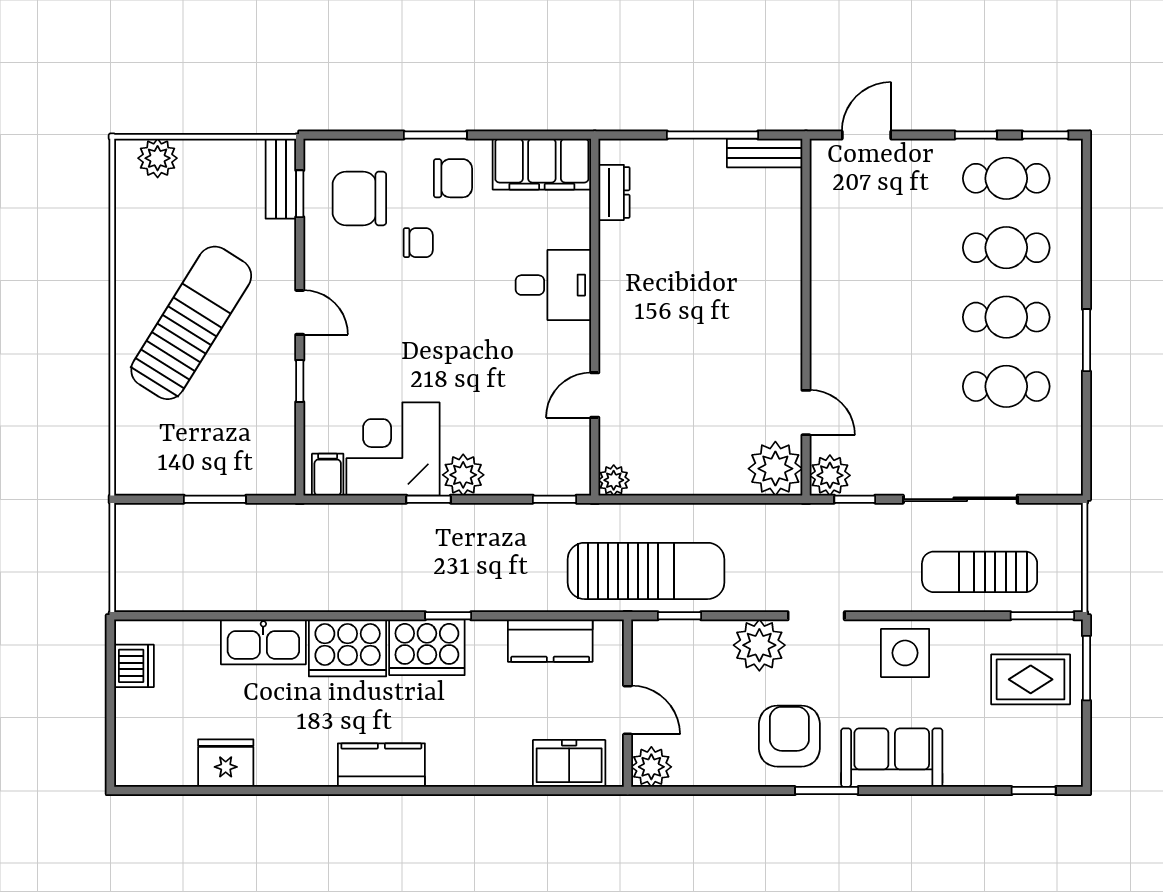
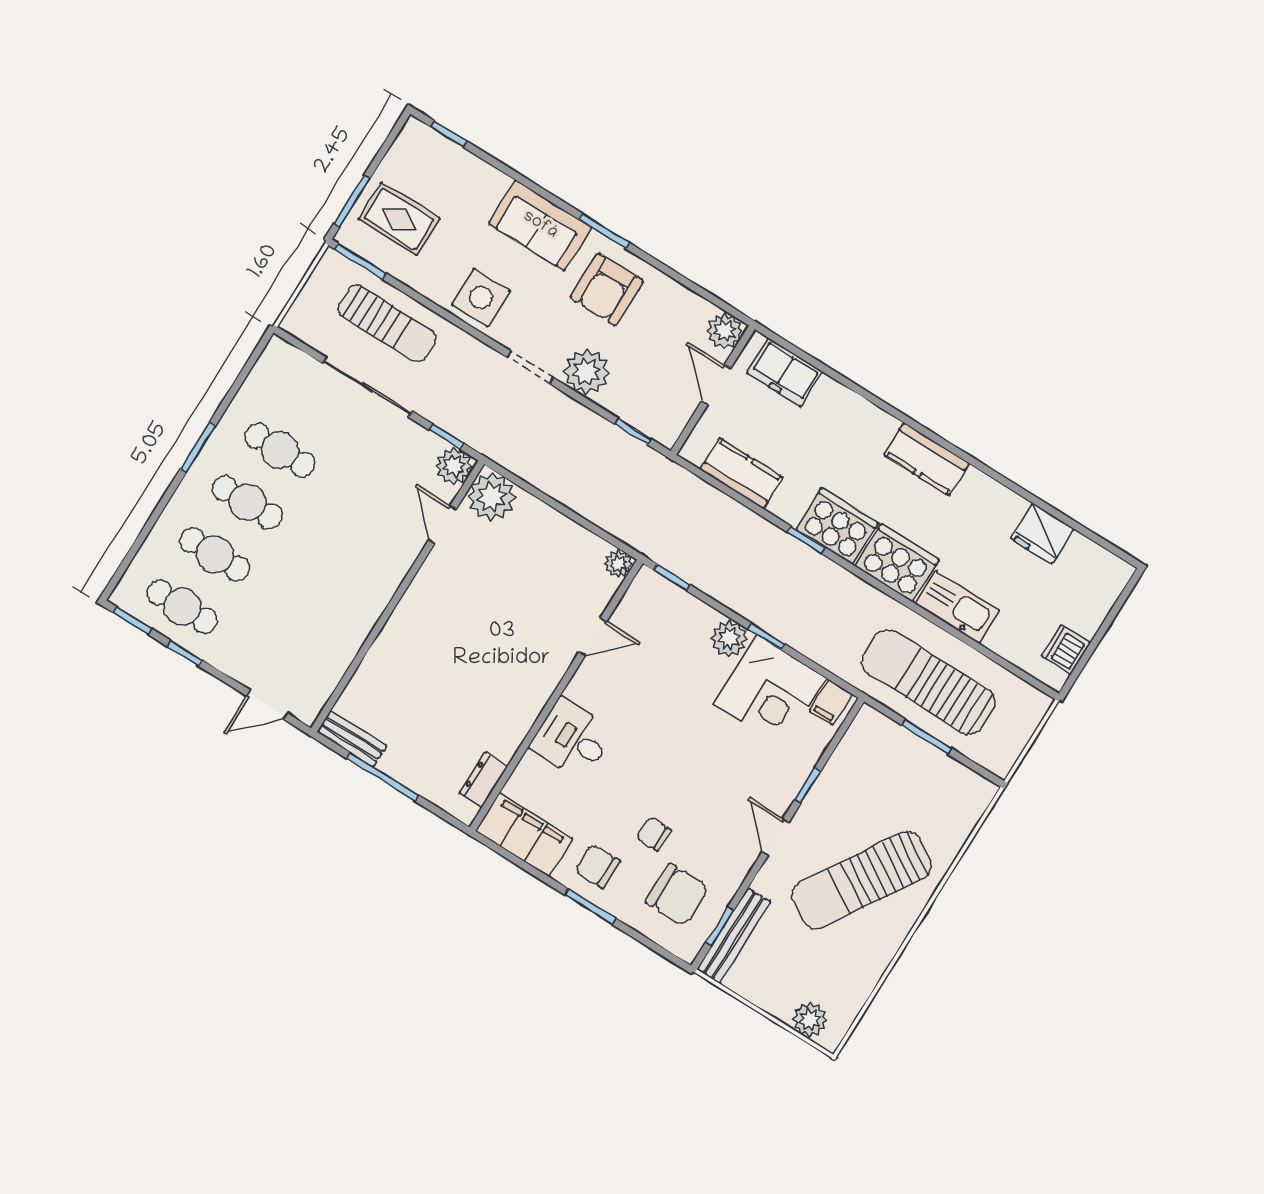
bench: (281, 179) -> (734, 936), width x1.36
sun lounger: (646, 571) -> (928, 682), moved

